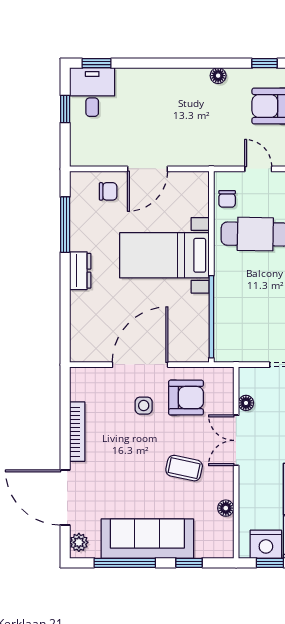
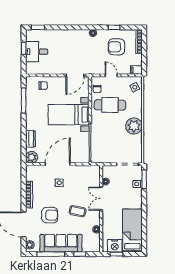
desk: (92, 92) -> (37, 52), moved, turned -90
door: (148, 169) -> (75, 75), moved
dresser: (80, 271) -> (30, 139), moved
plant: (83, 349) -> (32, 157), added
armchair: (186, 398) -> (50, 215), moved

